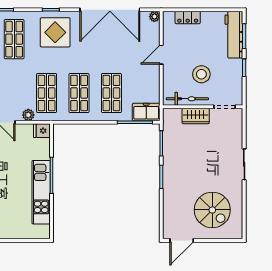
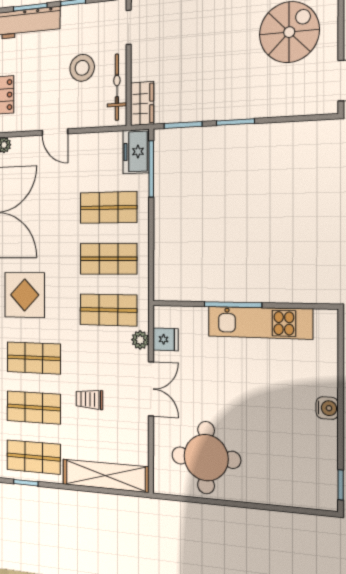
wardrobe: (196, 116) -> (142, 104), moved
fridge: (42, 131) -> (166, 339), moved, turned -90

